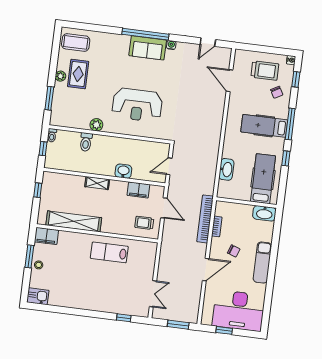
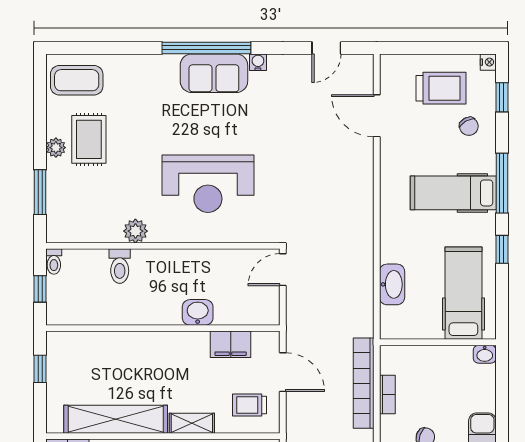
door: (169, 166) -> (283, 270), moved
shelving: (97, 183) -> (192, 423), moved
washbasin: (264, 213) -> (485, 354), width x0.52, depth x0.69

